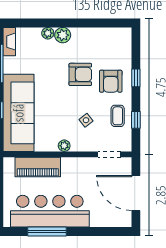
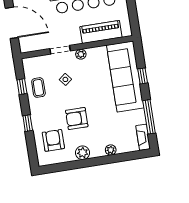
plant: (63, 35) -> (83, 153), moved
armchair: (111, 81) -> (53, 140), moved
doorway: (109, 154) -> (60, 50), moved

